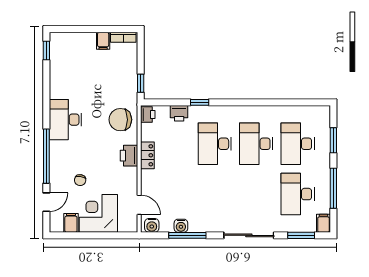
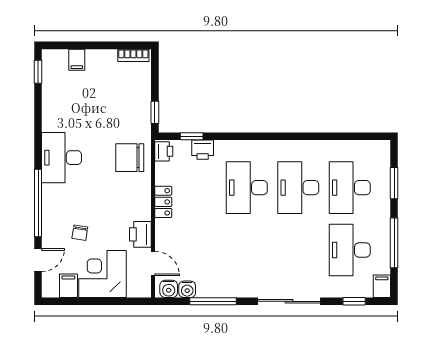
filing cabinet: (103, 41) -> (77, 60), moved
window: (200, 102) -> (192, 136), moved
printer: (129, 156) -> (140, 234), moved
water cooler: (181, 226) -> (187, 289), moved
window: (301, 235) -> (354, 301), width x0.67

